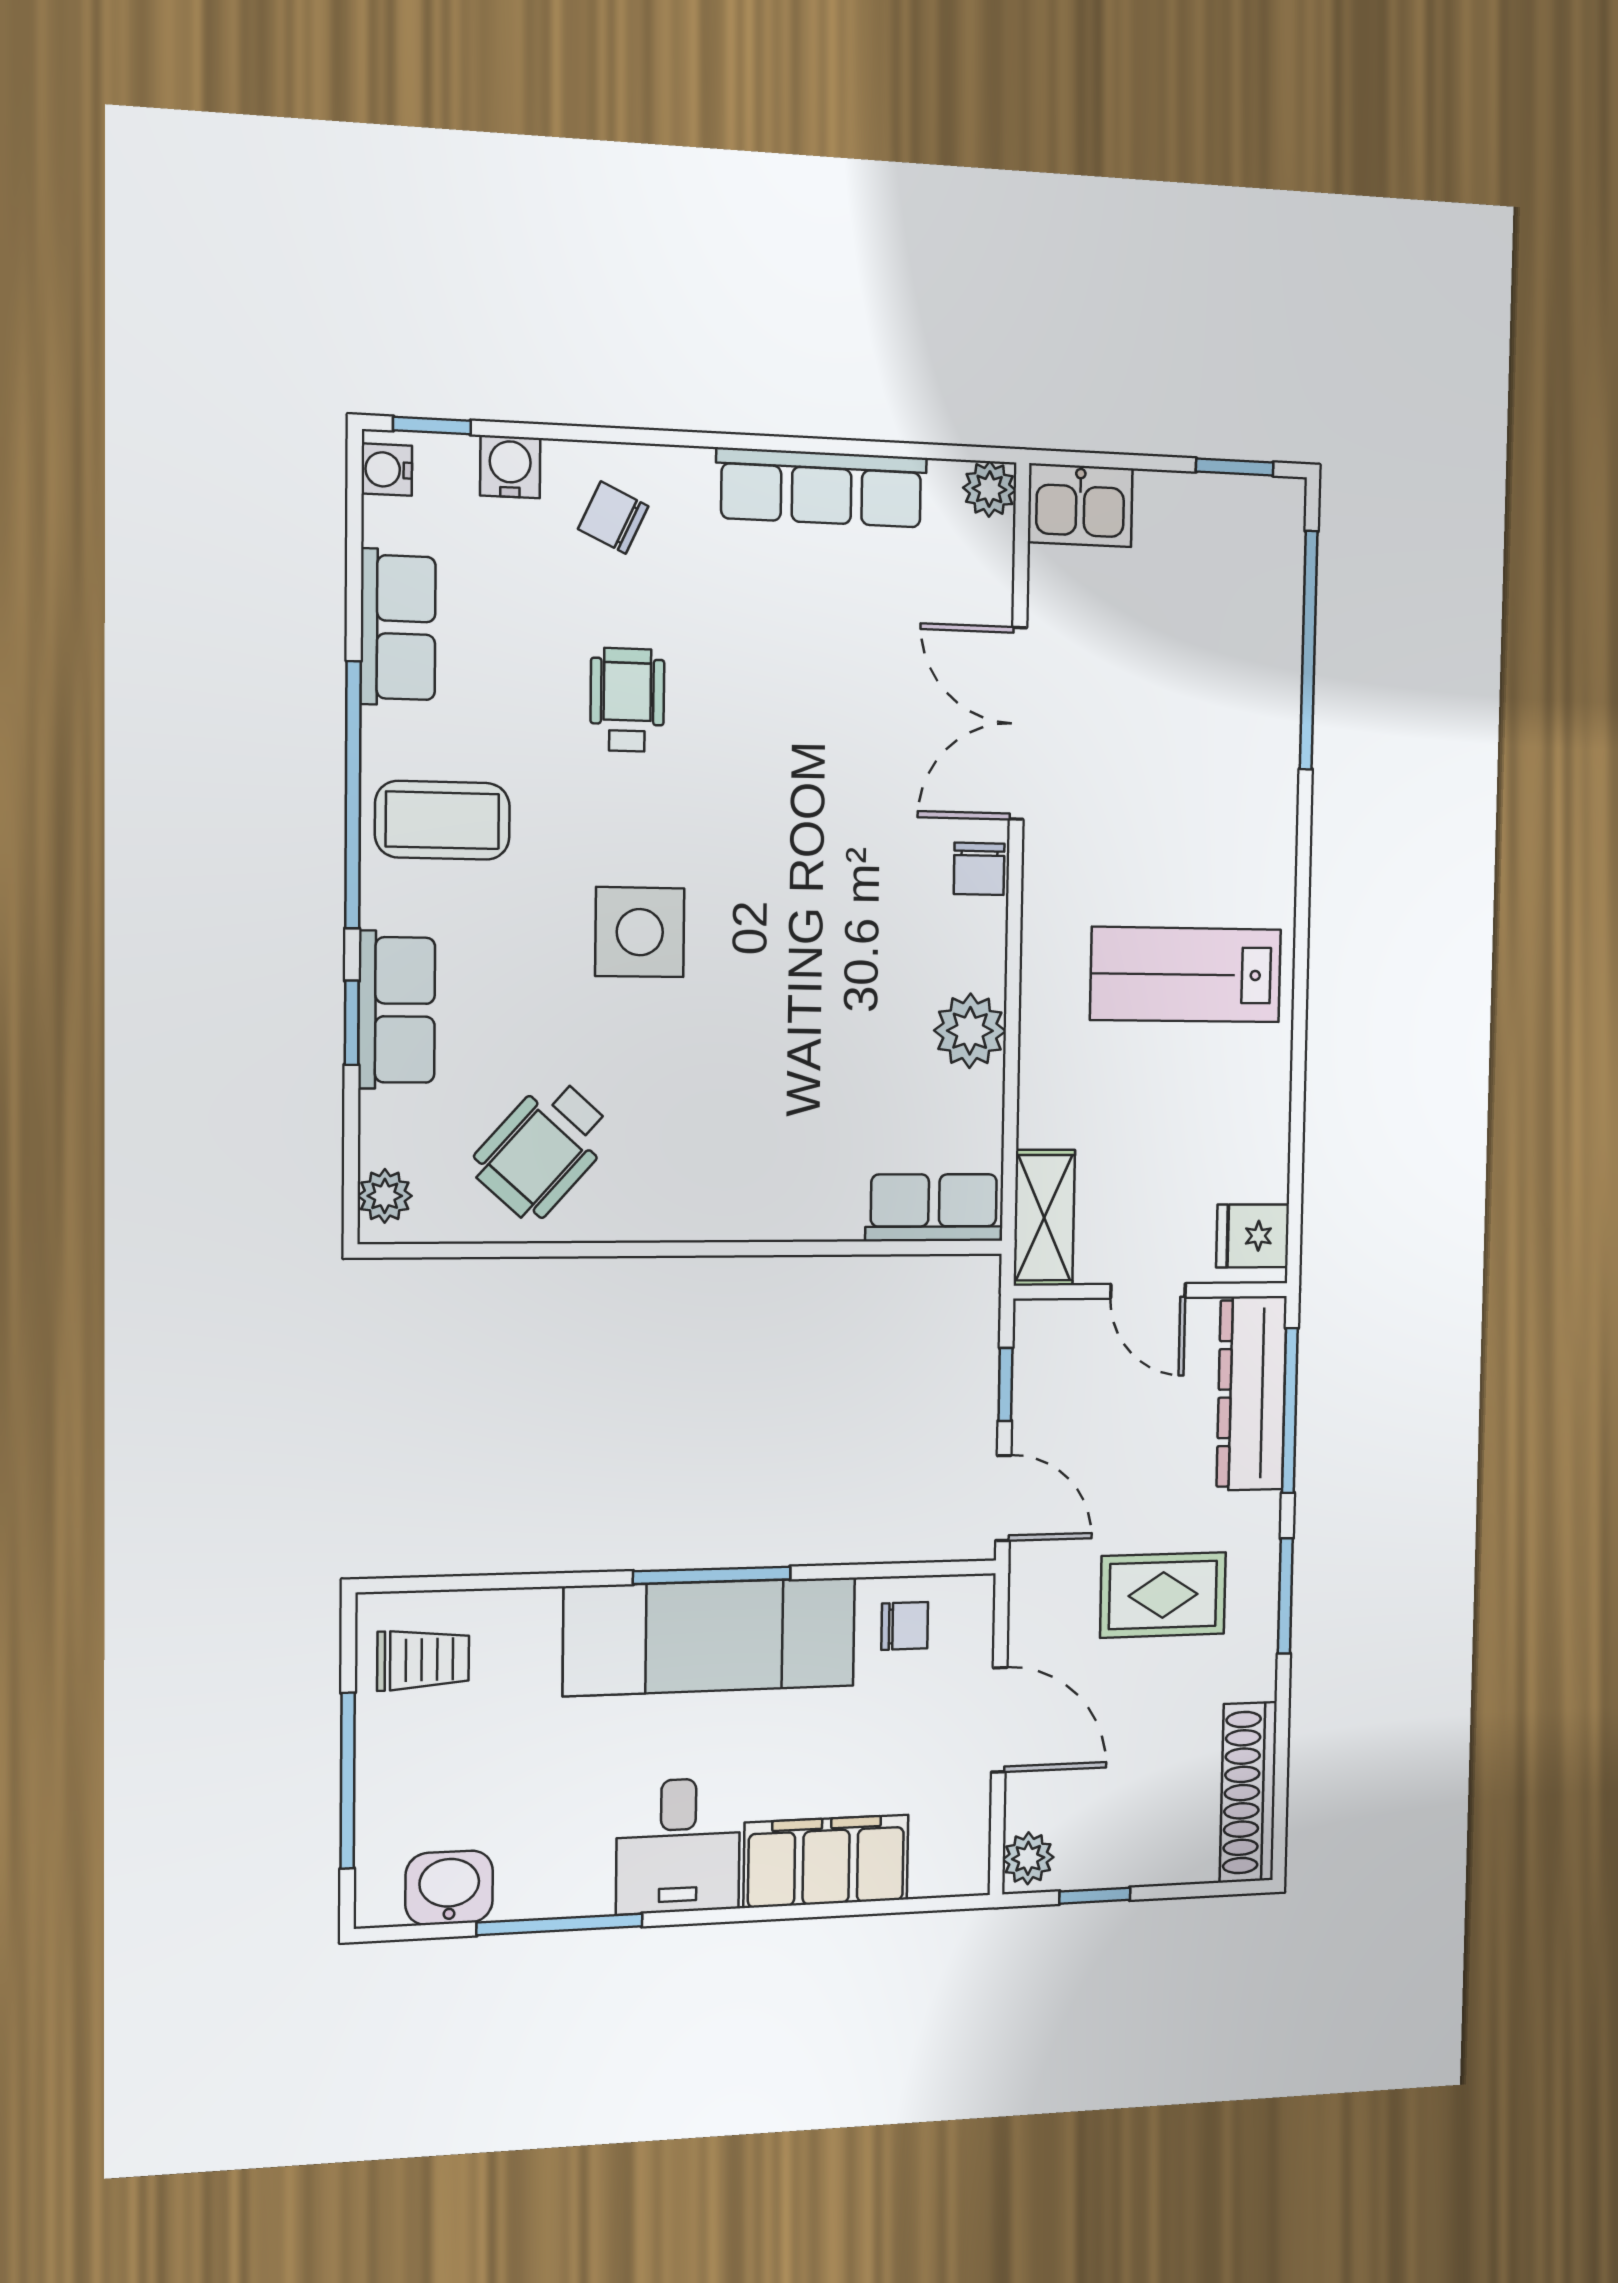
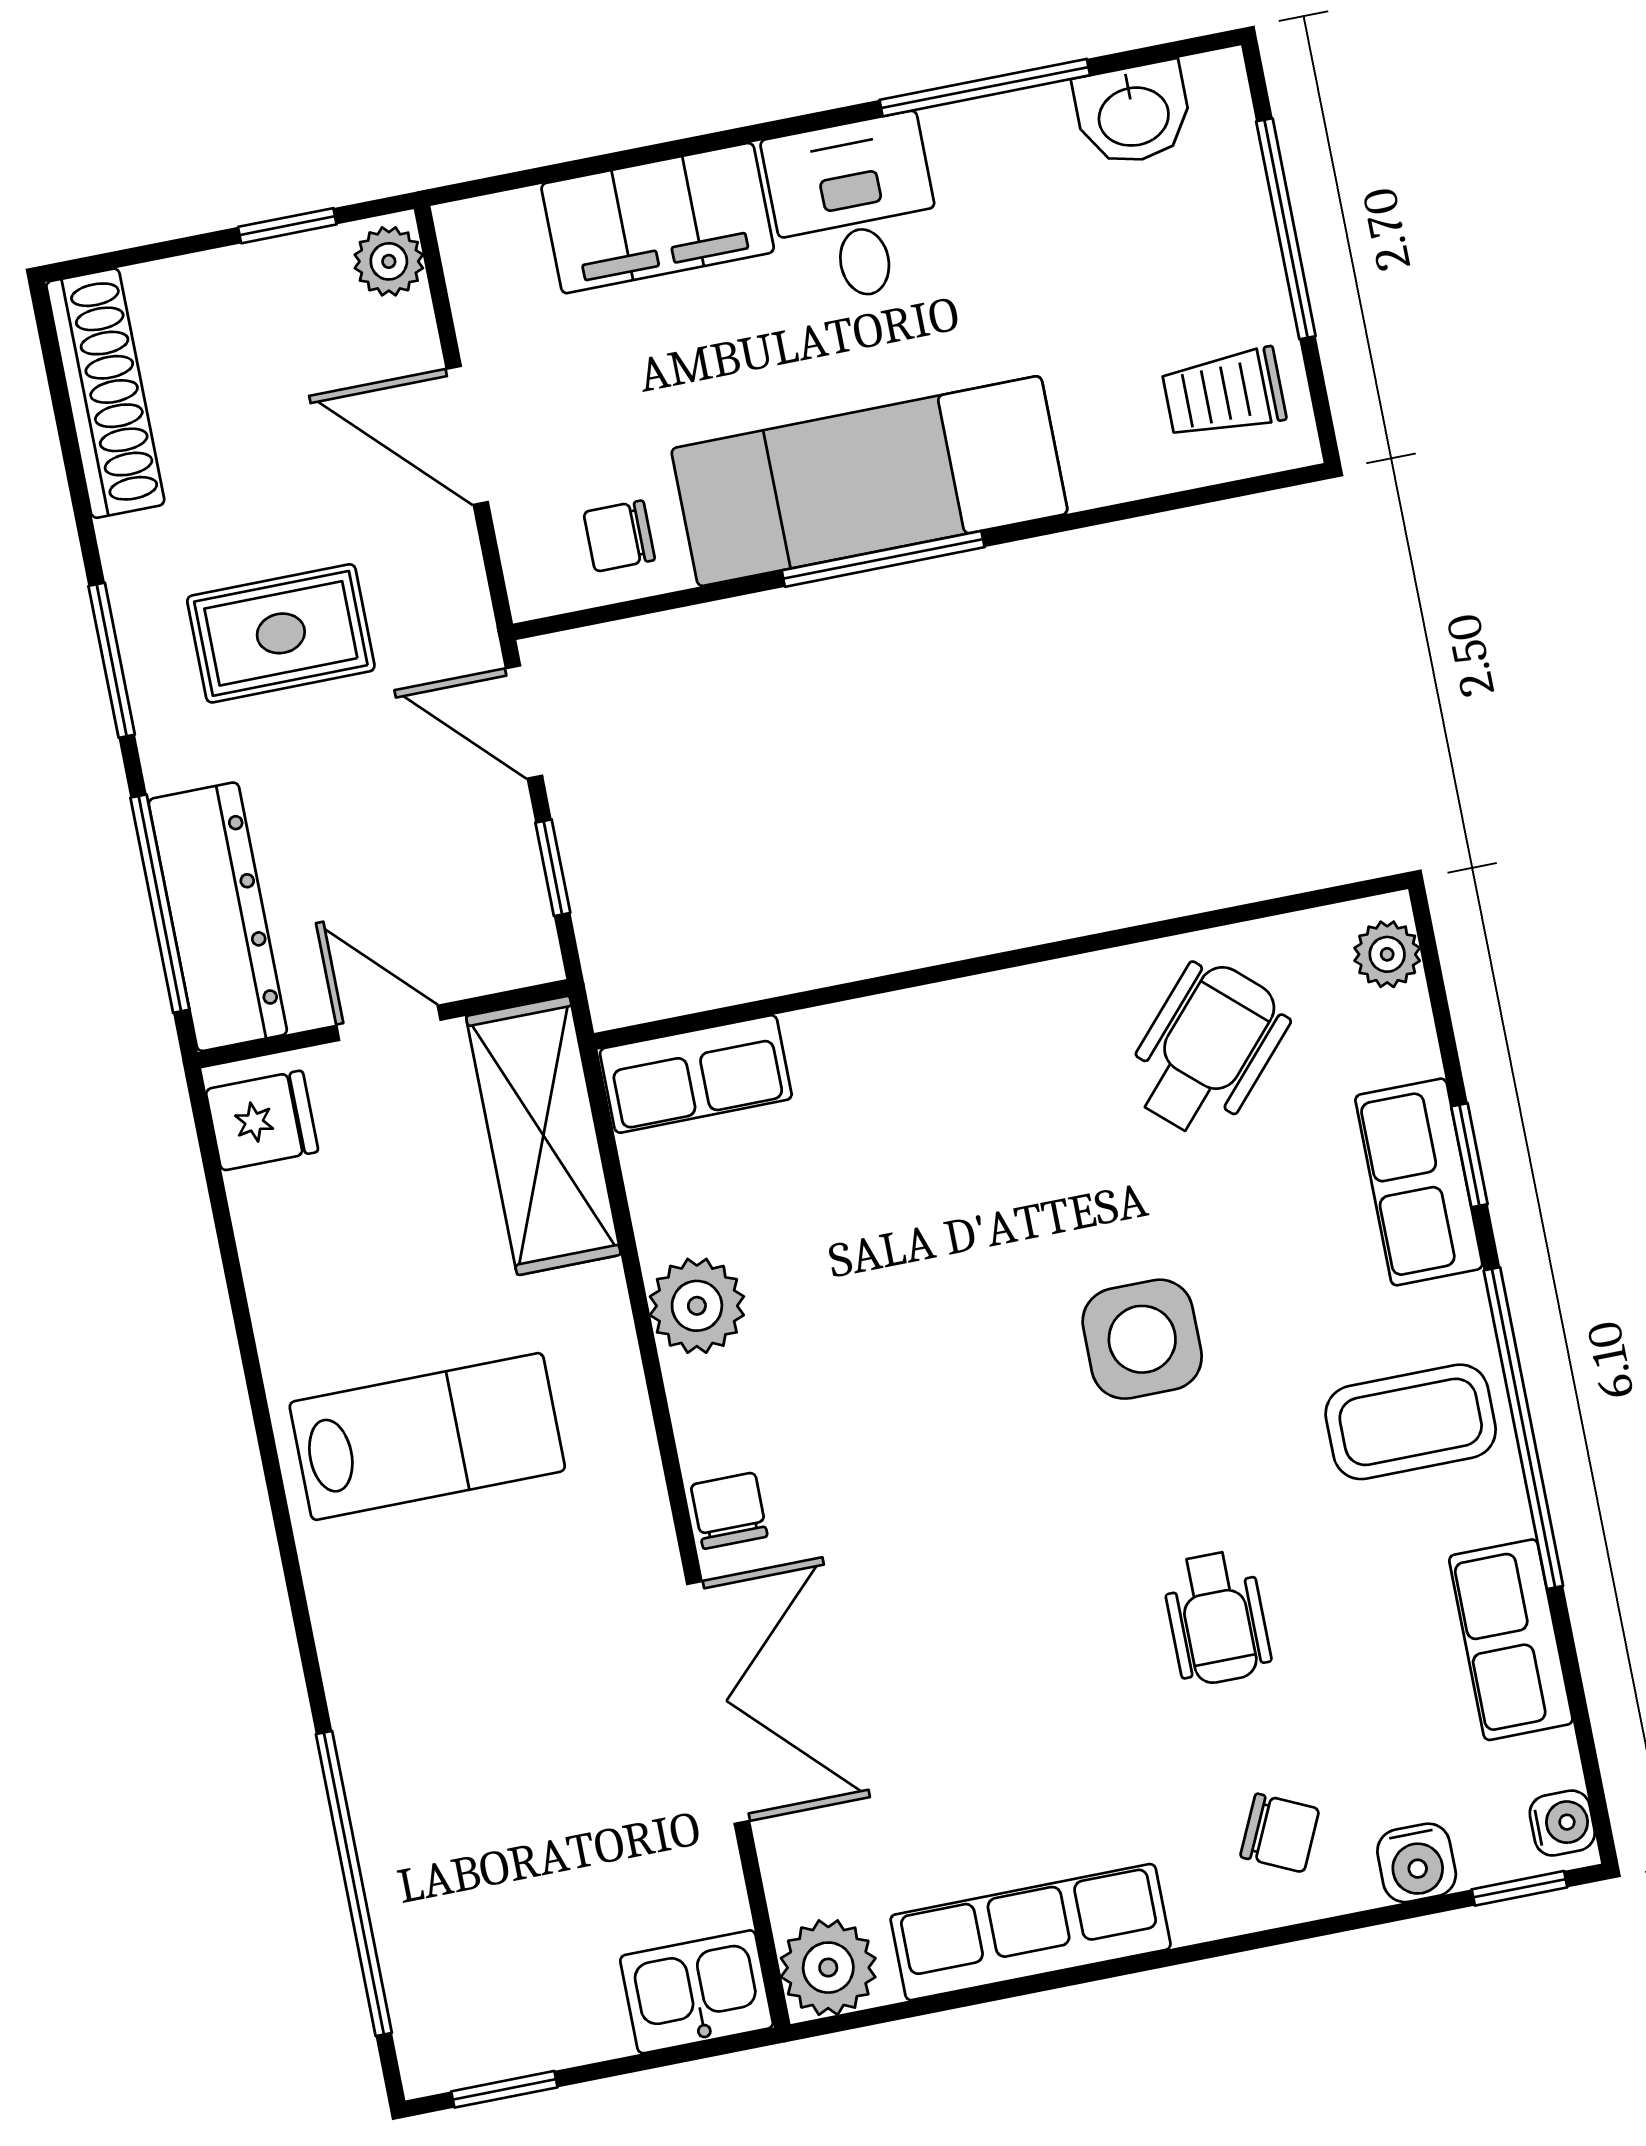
plant: (989, 489) -> (828, 1968), width x1.38, depth x1.38
shelving: (1044, 1218) -> (543, 1135), width x1.50, depth x1.33

